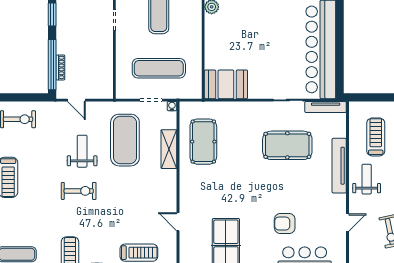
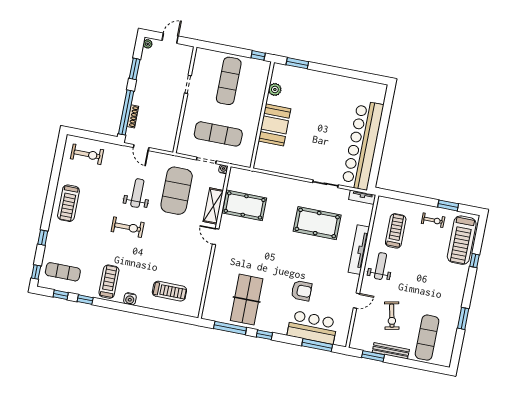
booth: (226, 84) -> (274, 125), moved, turned 90
tv unit: (326, 107) -> (362, 197), width x0.71
pool table: (203, 142) -> (245, 205), turned 90
door: (178, 222) -> (216, 237), moved
armchair: (285, 224) -> (302, 291), turned 180

